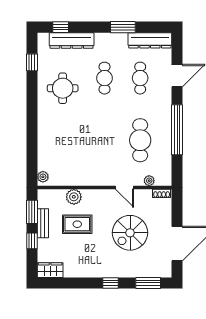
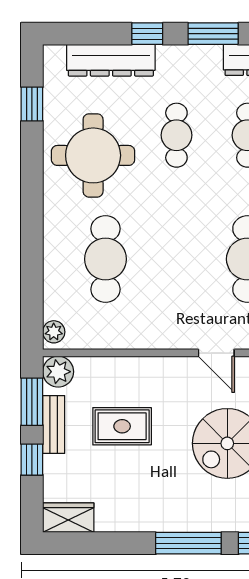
window: (61, 27) -> (147, 34), moved
round table: (63, 88) -> (93, 155), width x1.36, depth x1.36
cafe table: (69, 140) -> (106, 259), added
plant: (74, 197) -> (58, 372), moved
window: (111, 283) -> (188, 543), width x2.17

